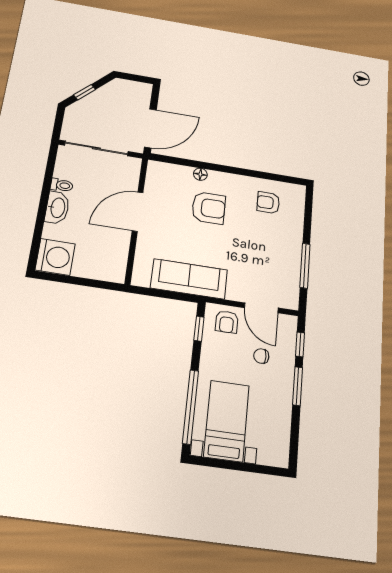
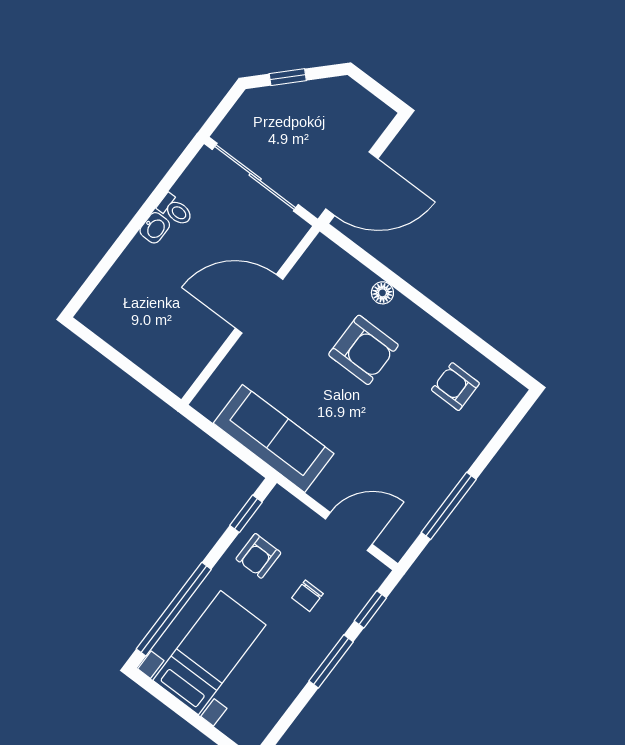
washbasin: (57, 208) -> (155, 228), width x0.52, depth x0.69
washing machine: (55, 257) -> (110, 312), removed
door: (261, 308) -> (349, 532), swing flipped
armchair: (227, 322) -> (258, 556), moved
chair: (261, 356) -> (307, 596), turned -90

